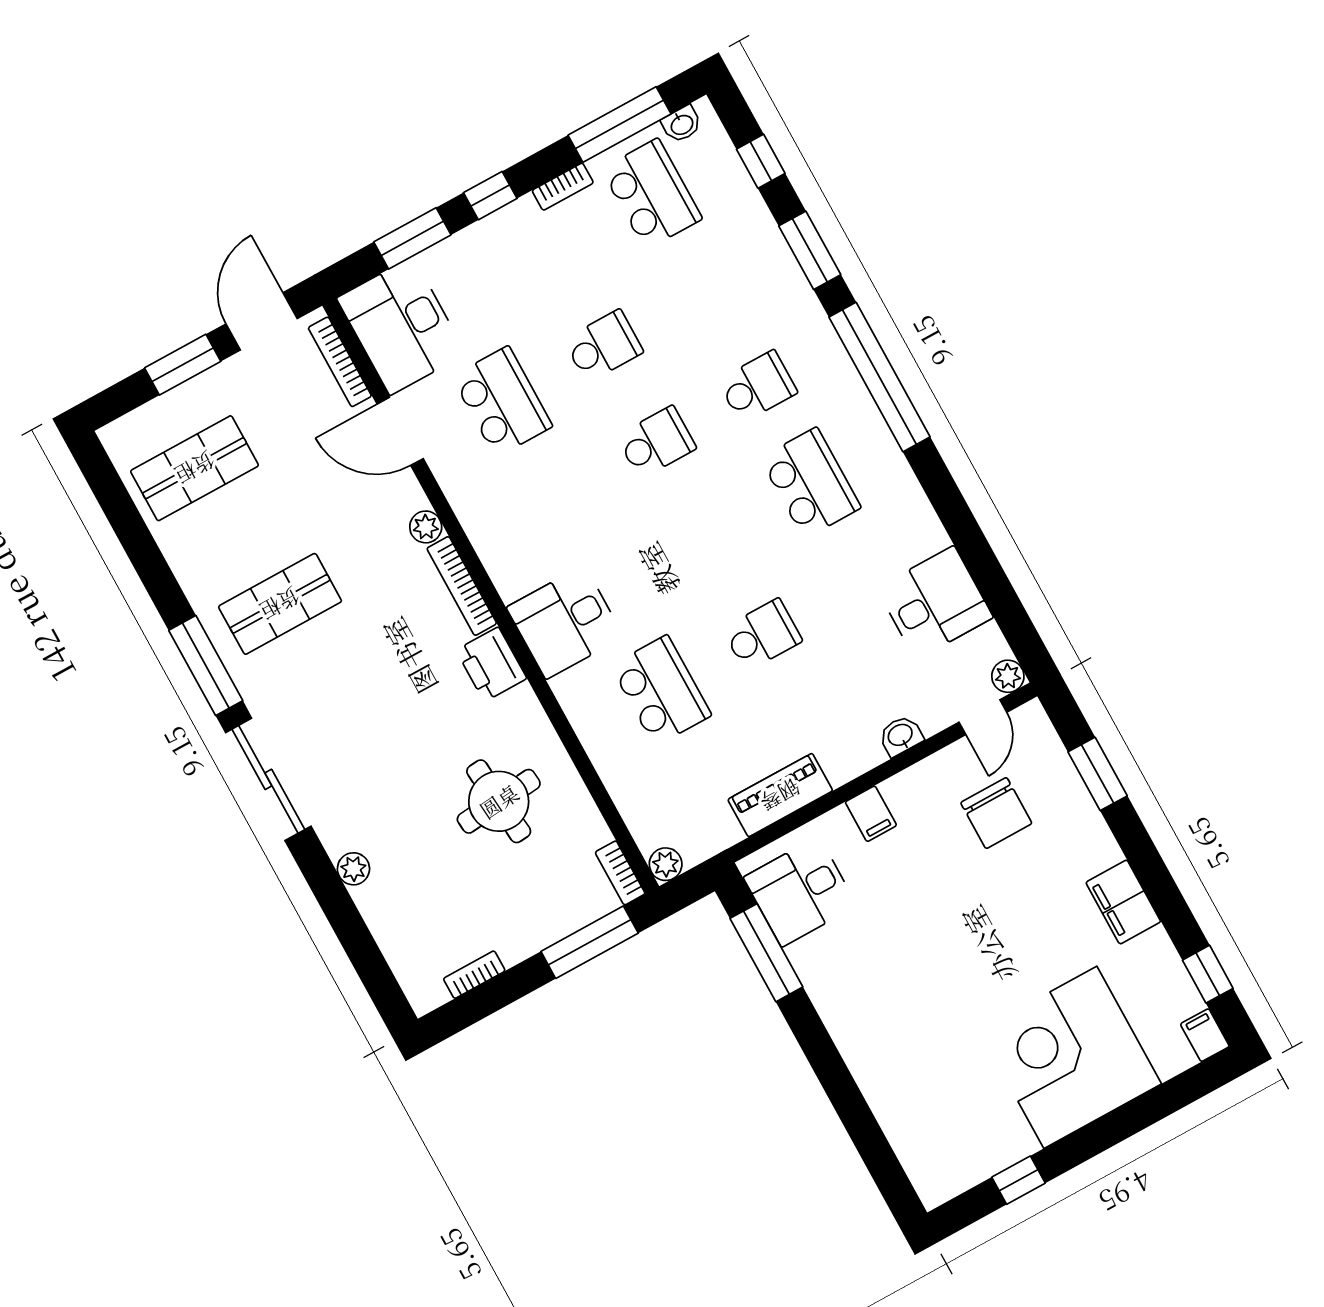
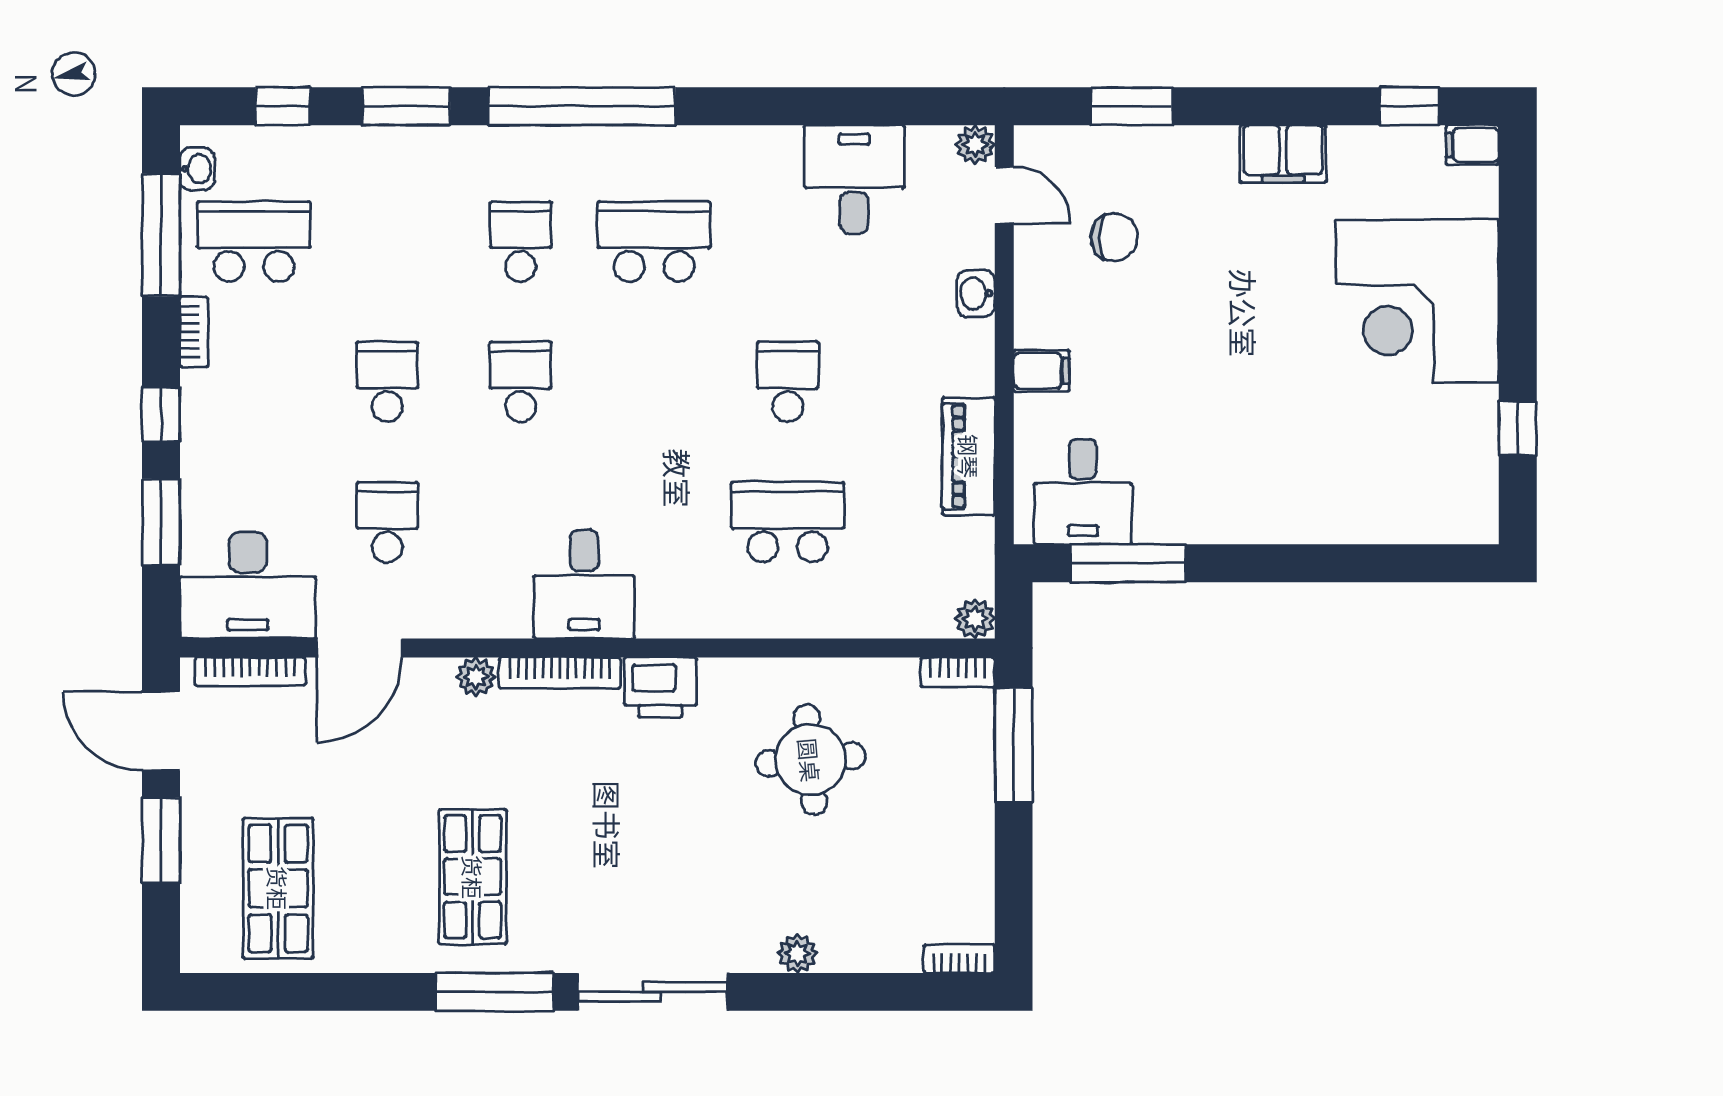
school desk: (502, 402) -> (387, 522), width x0.54
desk: (565, 622) -> (584, 584), moved
chair: (996, 813) -> (1114, 237), width x0.73, depth x0.73
bookcase: (474, 975) -> (959, 959), moved, turned 90

